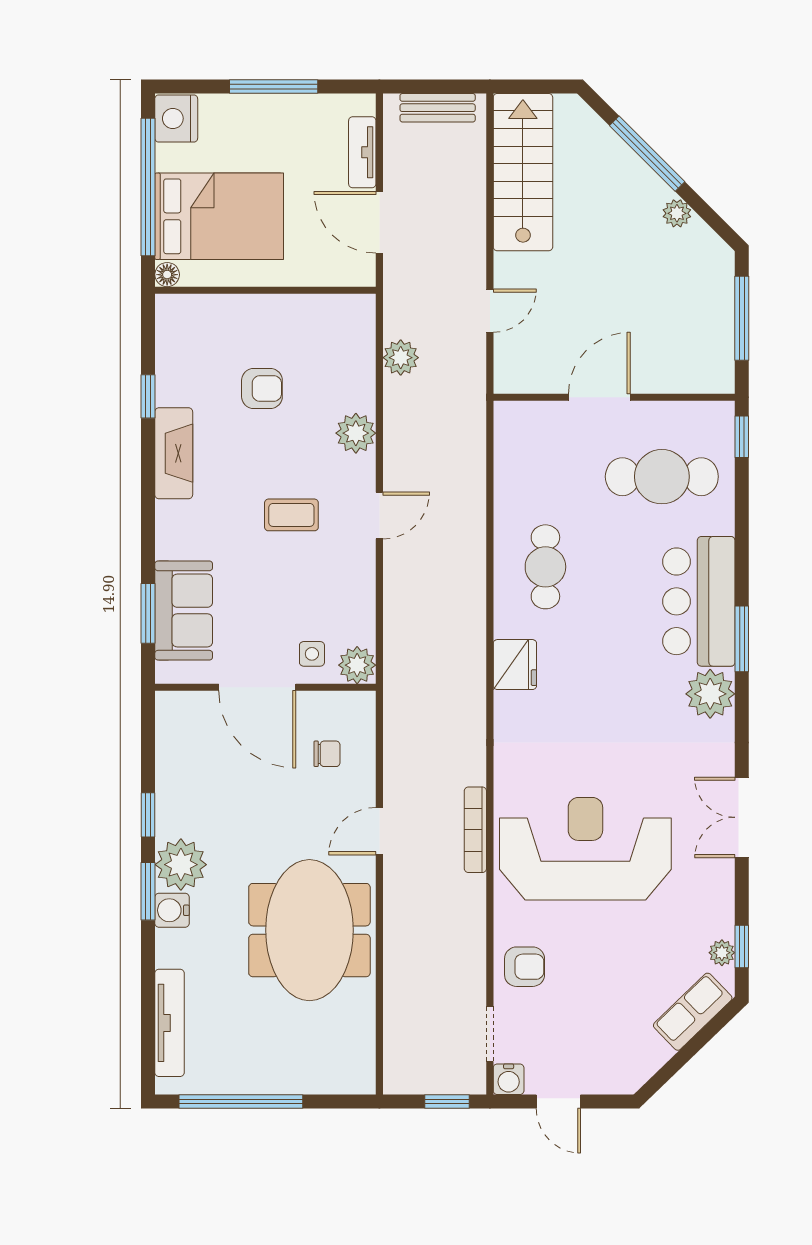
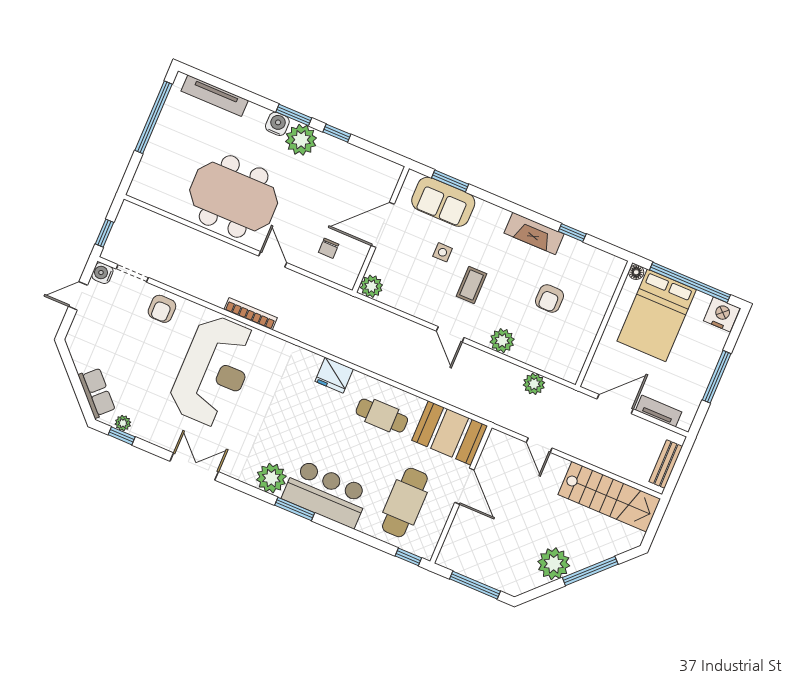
plant: (677, 213) -> (554, 564), width x1.88, depth x1.88
booth: (529, 453) -> (450, 433), added
side table: (312, 654) -> (443, 252), moved

